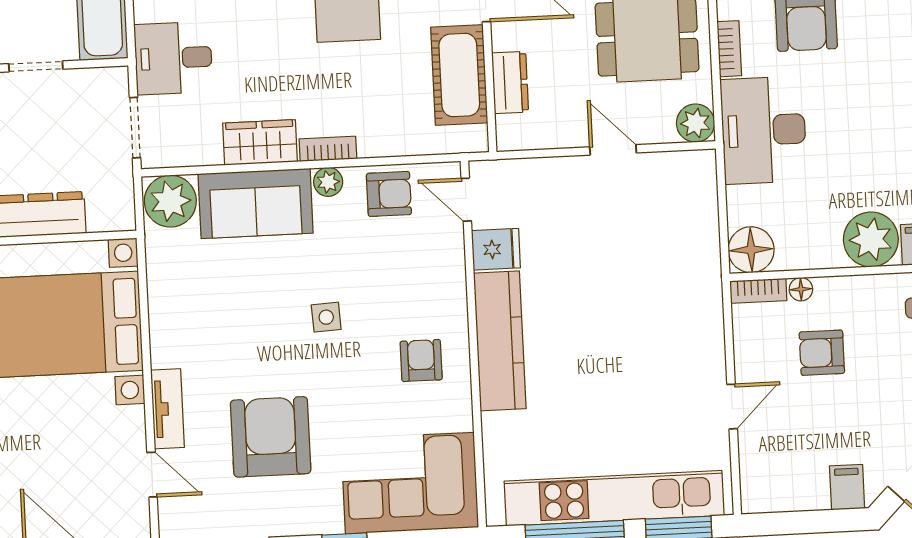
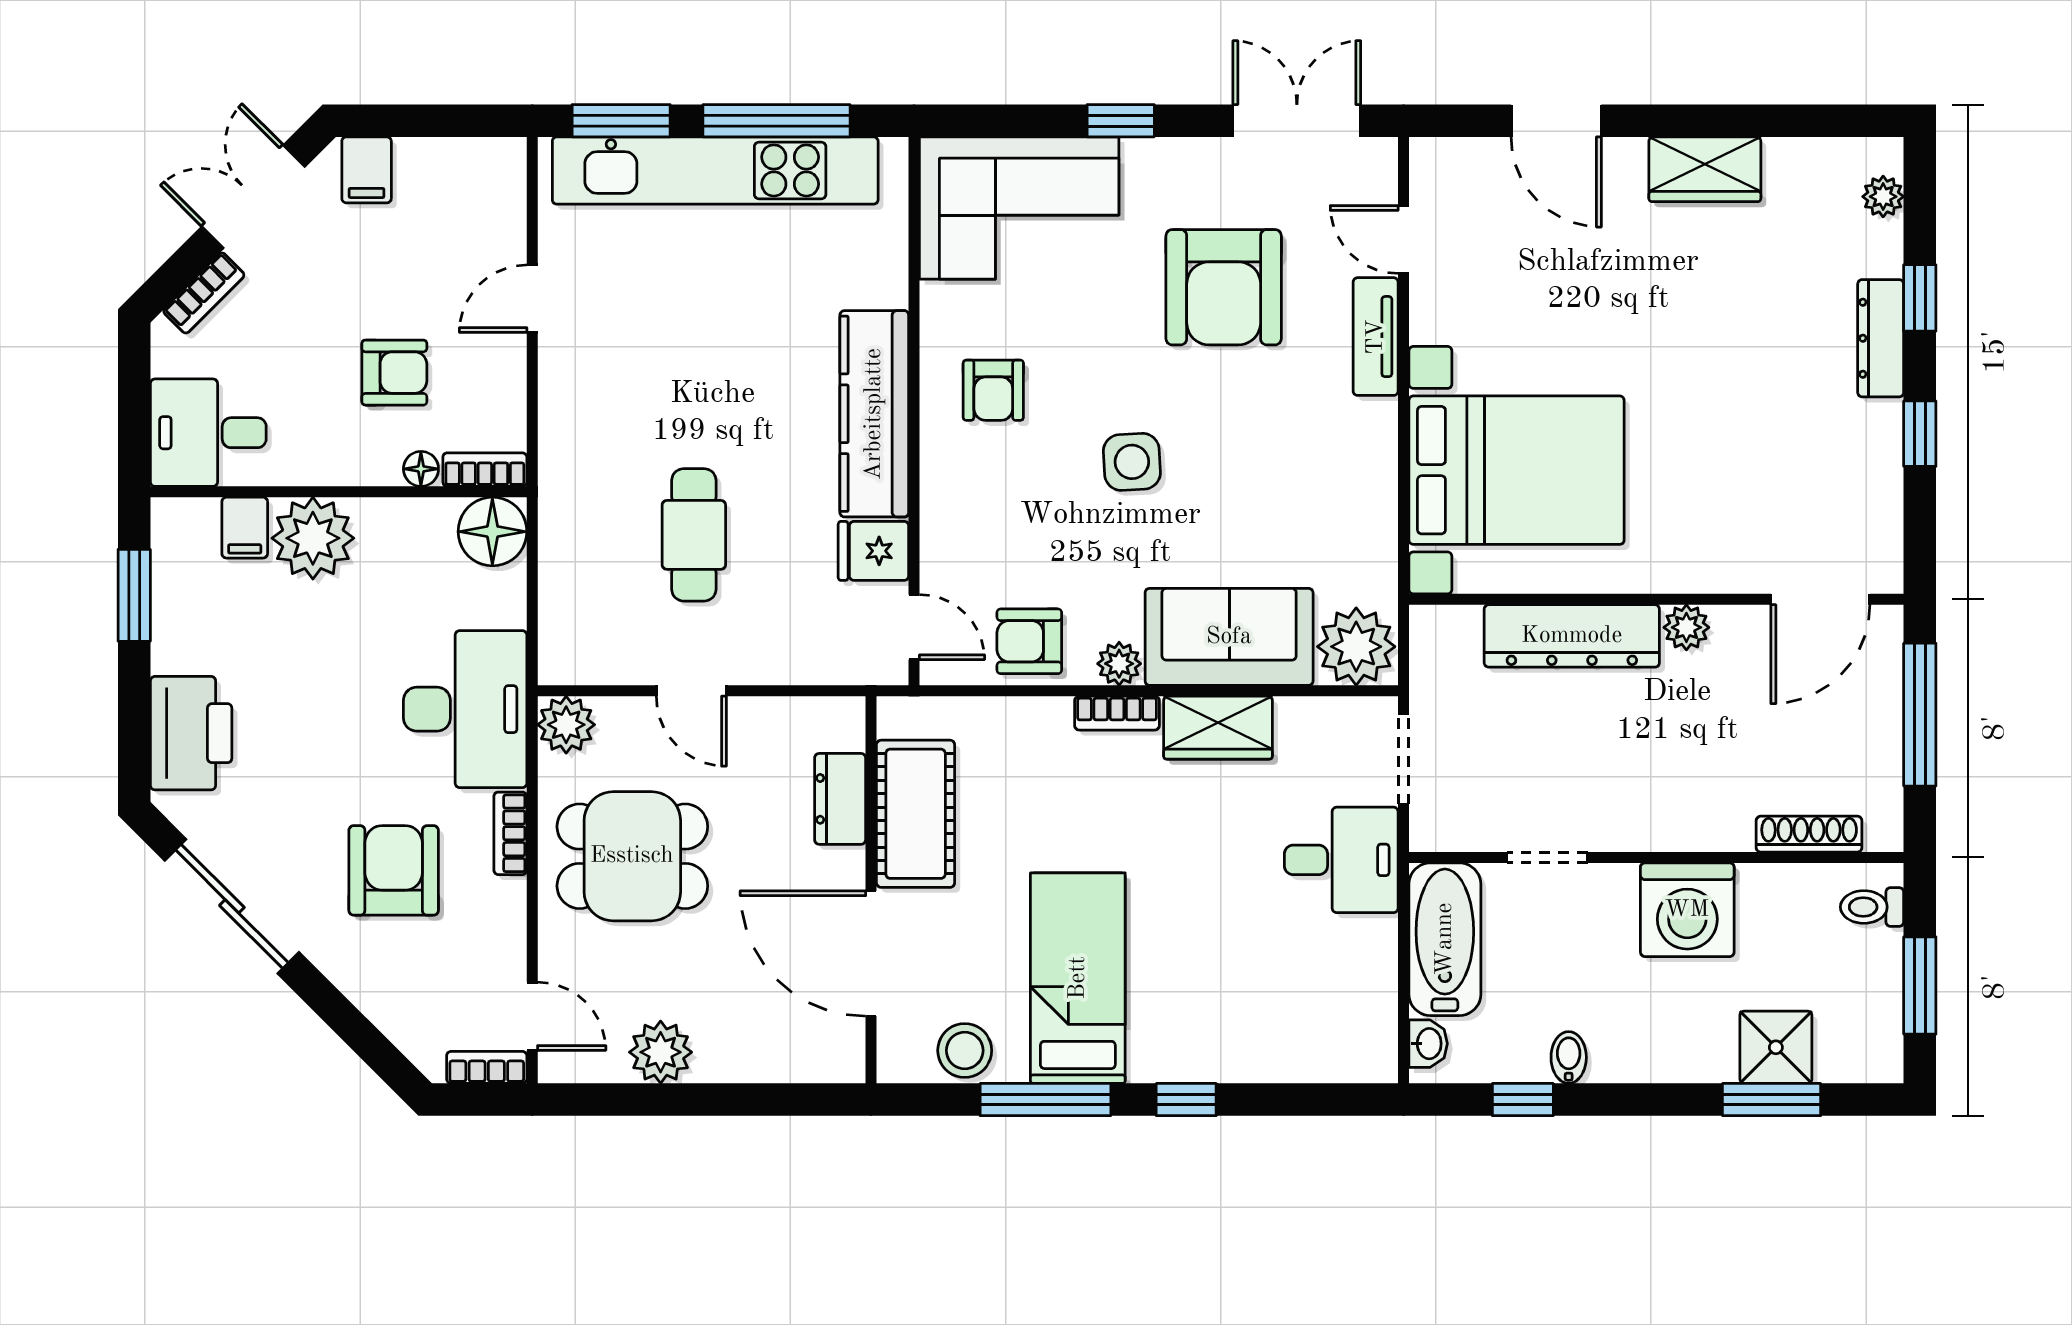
cafe table: (616, 254) -> (694, 535), added
side table: (326, 317) -> (1132, 462), width x1.37, depth x1.37

